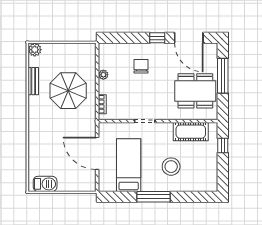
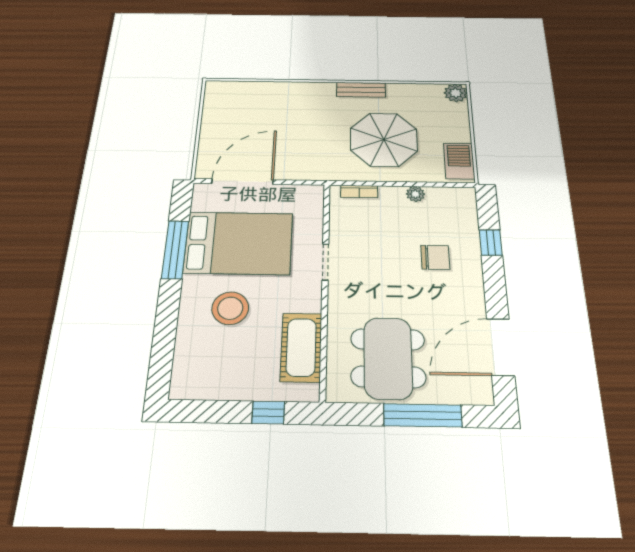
window: (157, 38) -> (491, 243), moved
bench: (33, 81) -> (361, 90), moved
door: (97, 153) -> (243, 182), moved
bed: (129, 165) -> (239, 243), width x1.50
barbecue: (45, 184) -> (459, 161), moved, turned 180
window: (154, 197) -> (175, 250), moved

